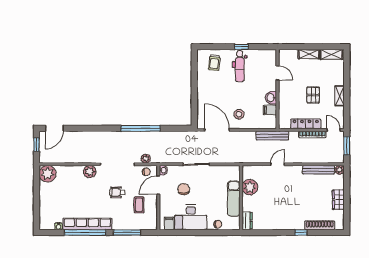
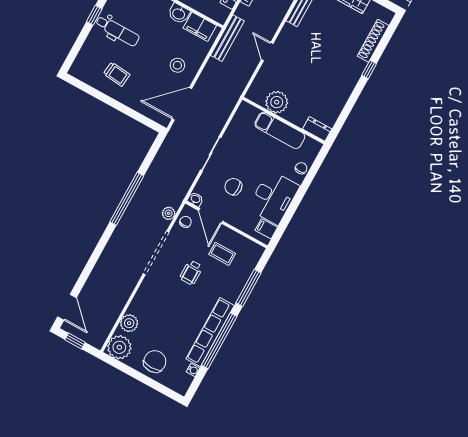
trolley: (214, 62) -> (117, 74), moved
filing cabinet: (270, 110) -> (200, 27), width x2.00
plant: (90, 172) -> (129, 323), moved
chair: (51, 200) -> (155, 362), added

